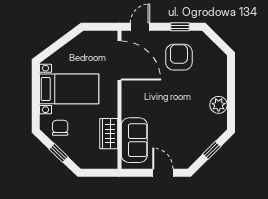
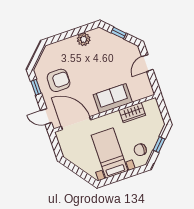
armchair: (179, 57) -> (59, 80), turned 180
door: (119, 61) -> (76, 123), hinge flipped
sofa: (134, 140) -> (113, 98), moved

